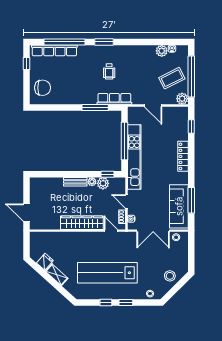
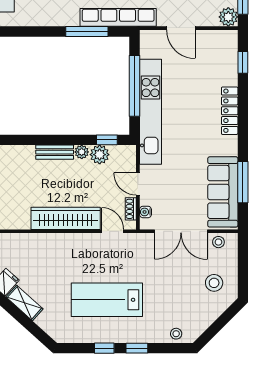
row of seats: (114, 99) -> (118, 17), width x1.36
lab bench: (107, 273) -> (107, 300), width x0.73
stool: (170, 276) -> (214, 283), moved

